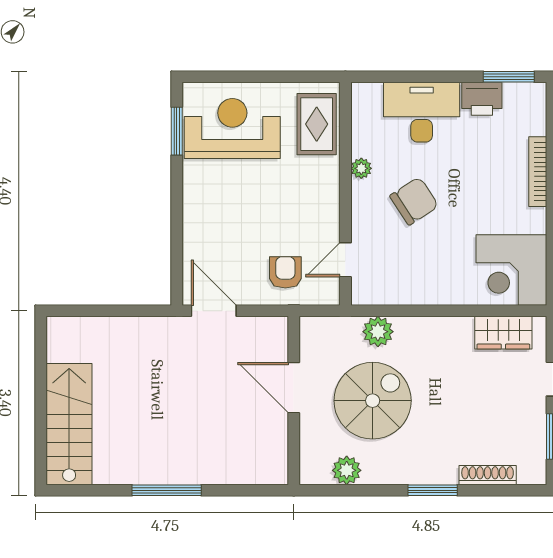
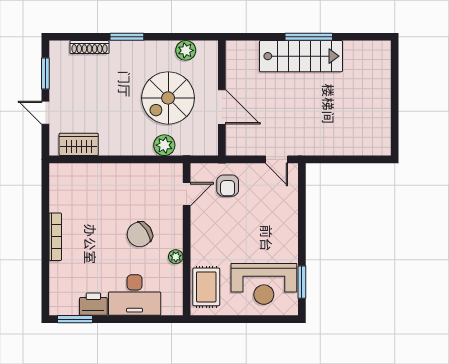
bookcase: (538, 172) -> (55, 237), moved
corner desk: (511, 270) -> (73, 187), removed
door: (214, 311) -> (276, 159), width x0.73
stairs: (69, 424) -> (301, 56), moved, turned -90

